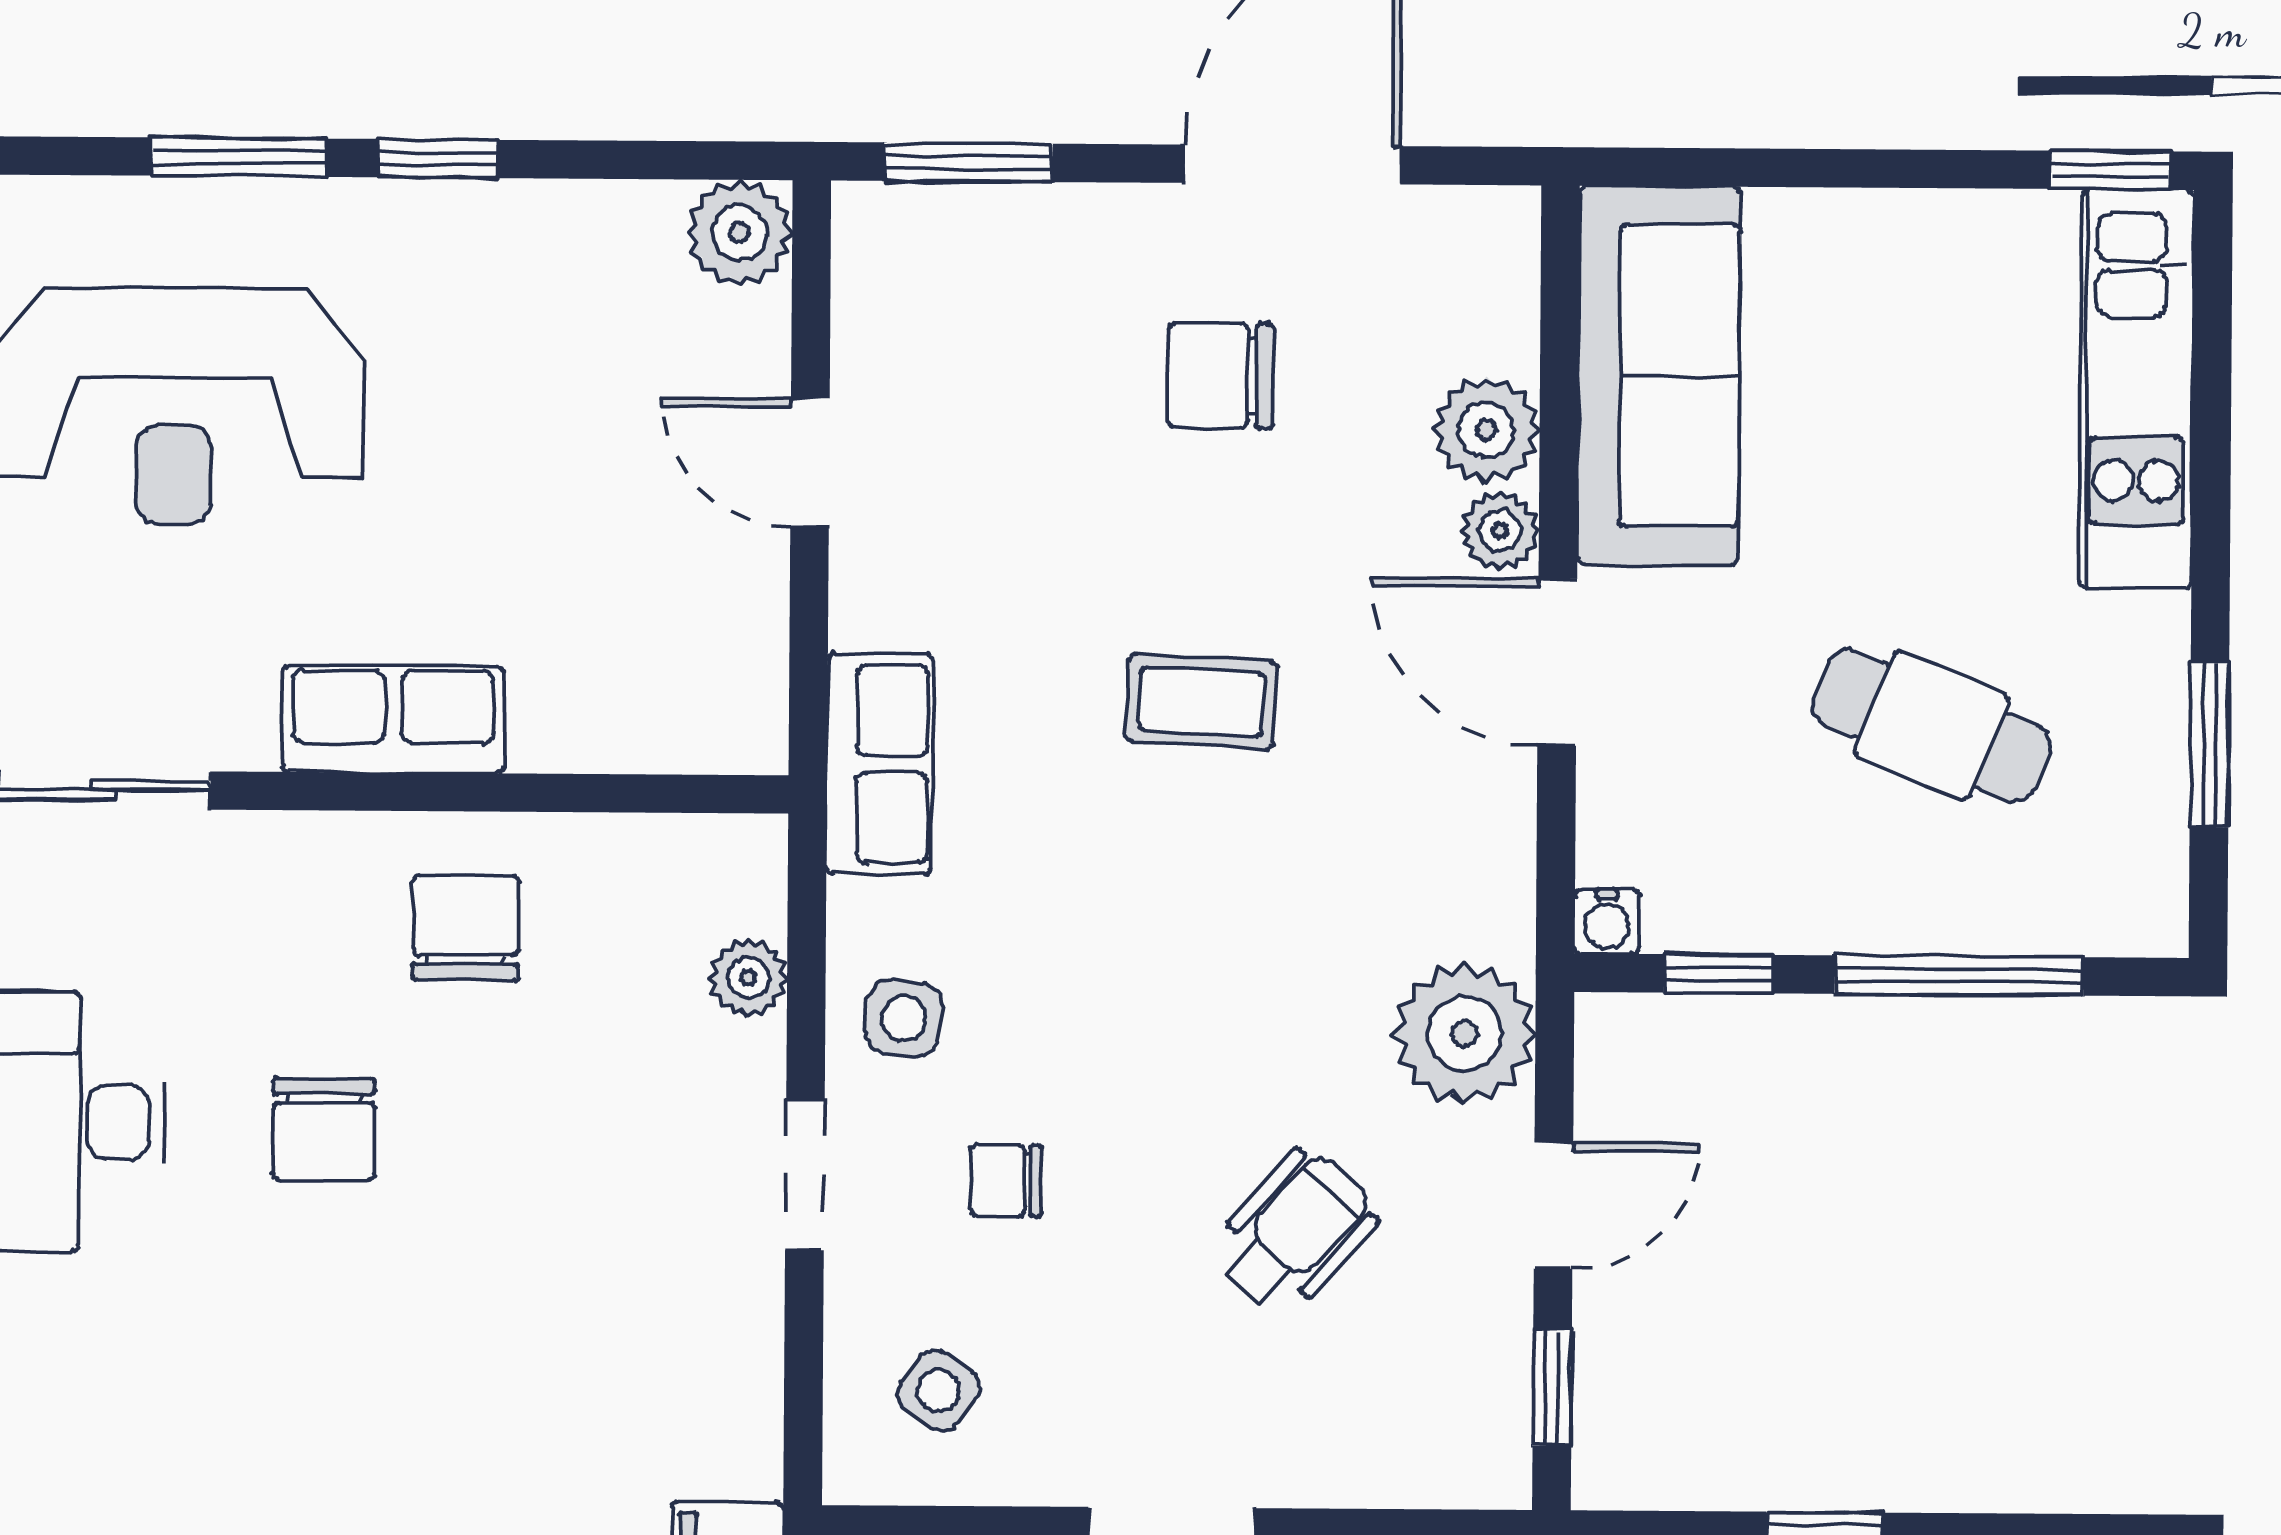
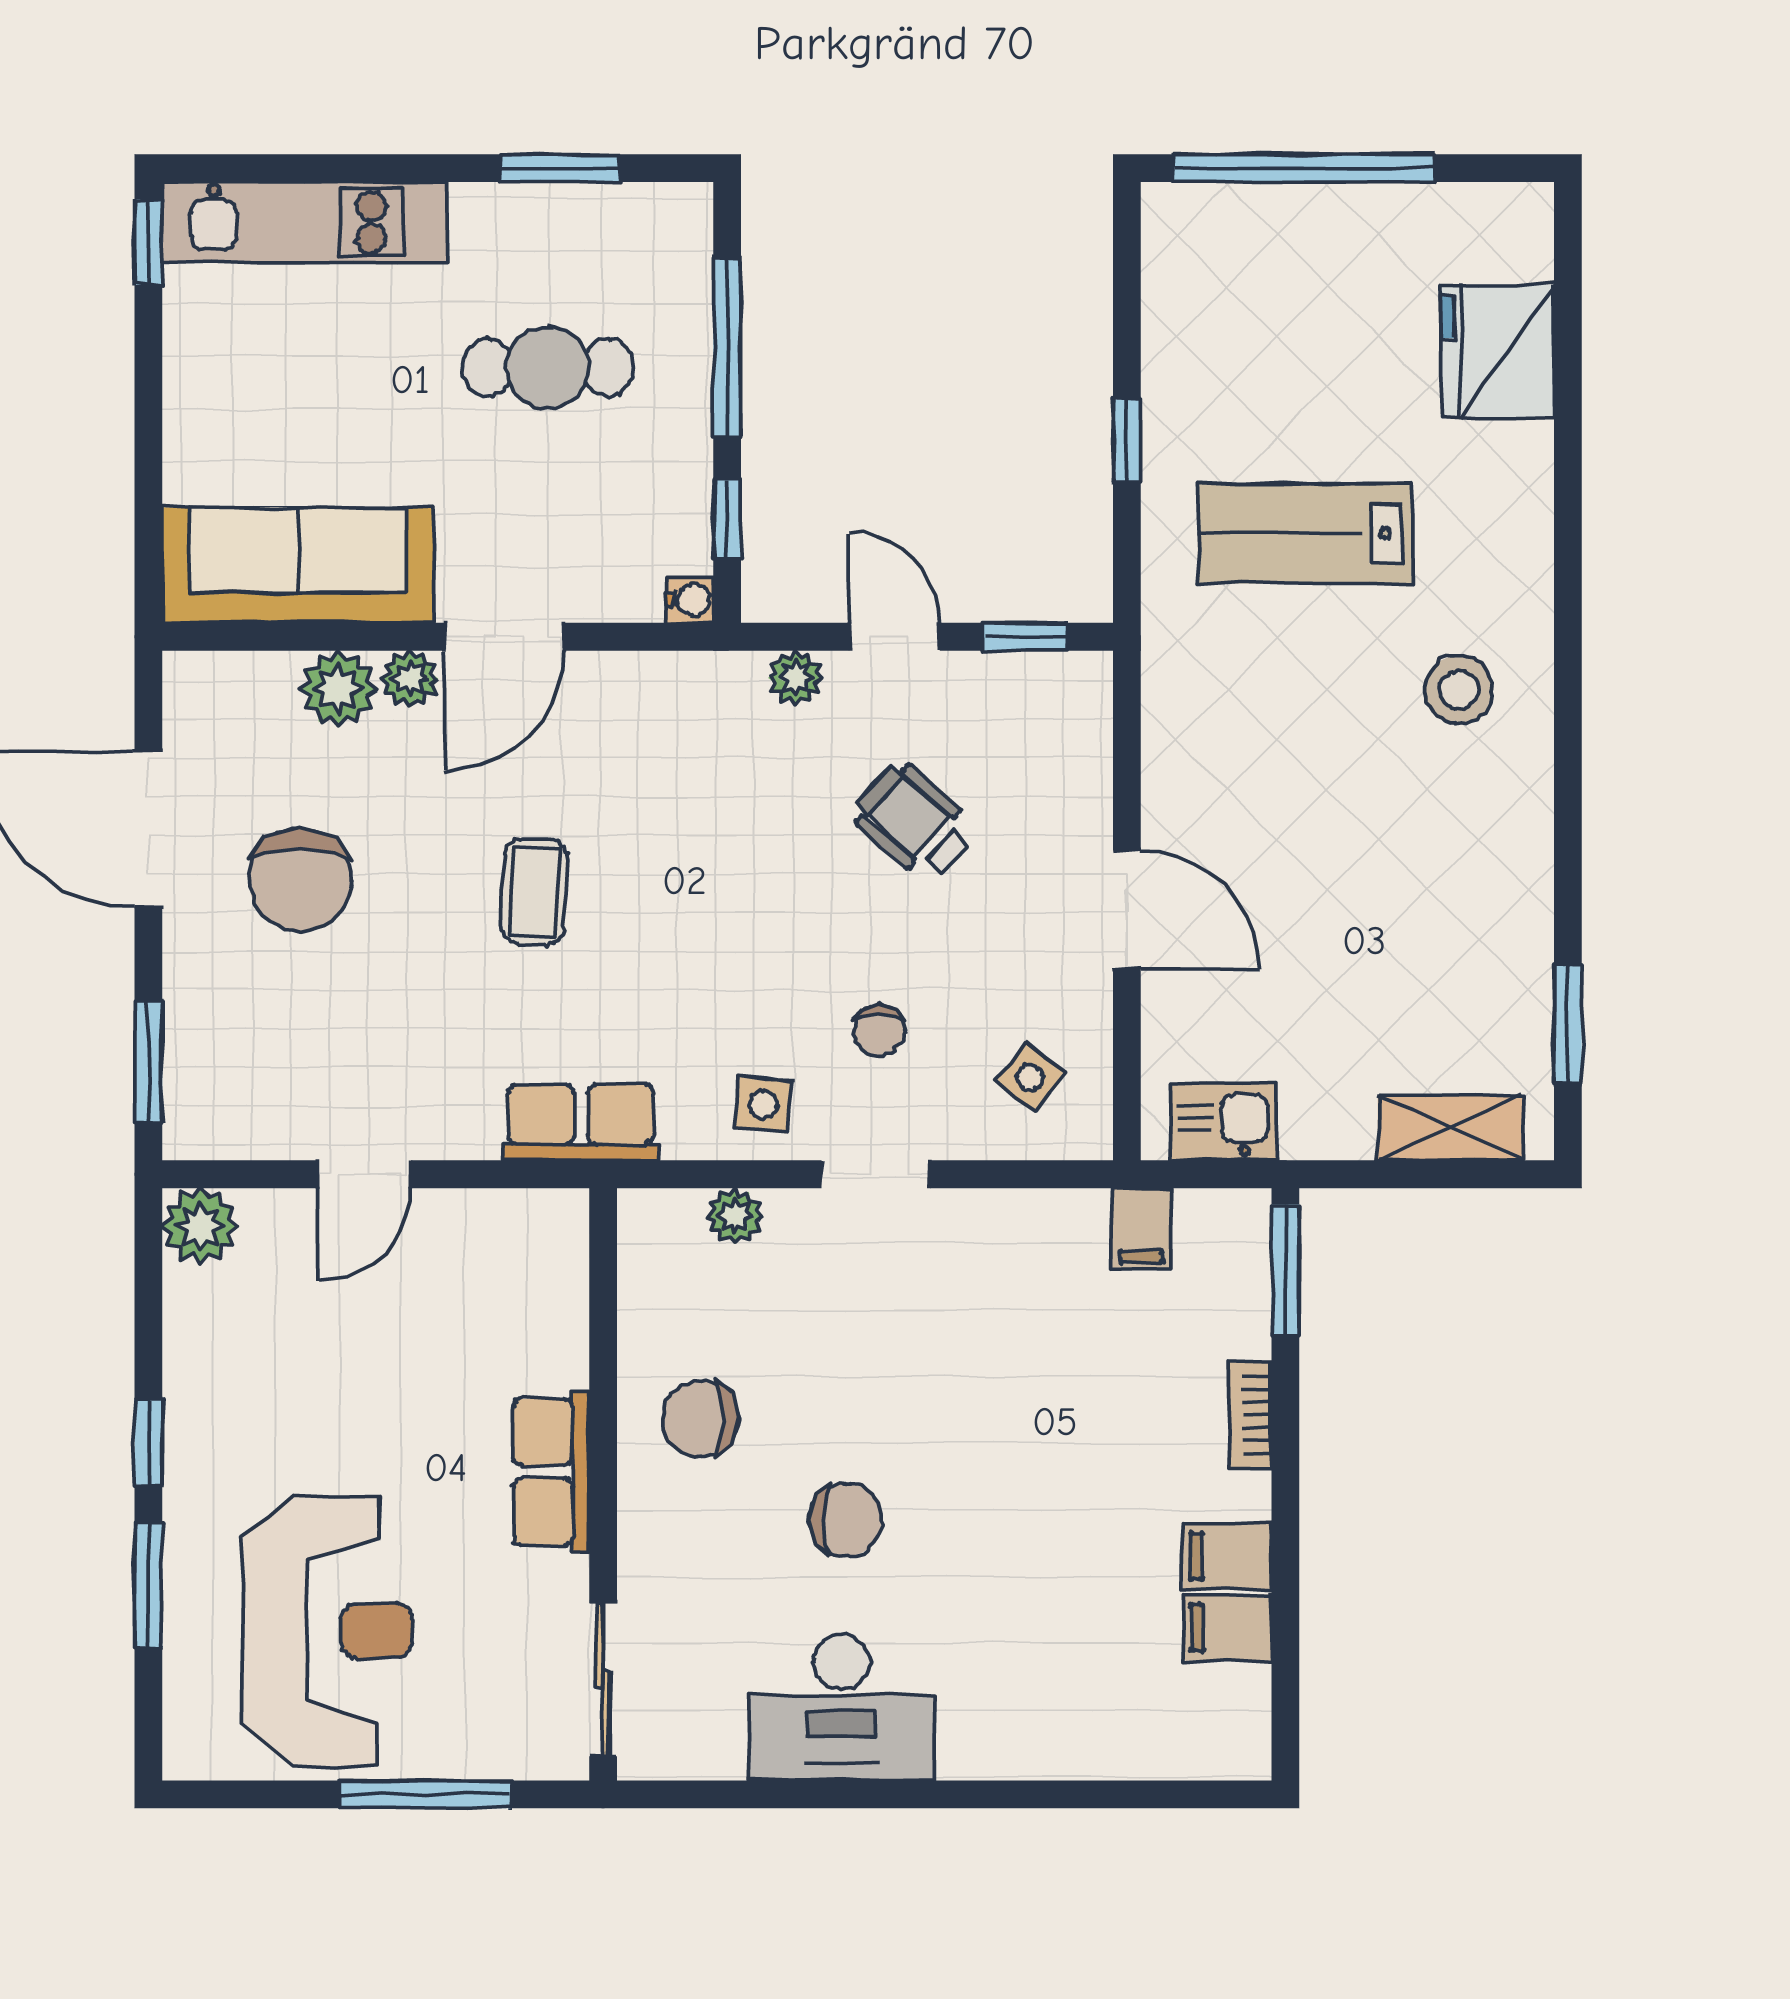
chair: (1220, 376) -> (300, 880), width x1.37, depth x1.37
cafe table: (1931, 725) -> (548, 368), turned 68
plant: (1464, 1034) -> (795, 678), width x0.53, depth x0.53

